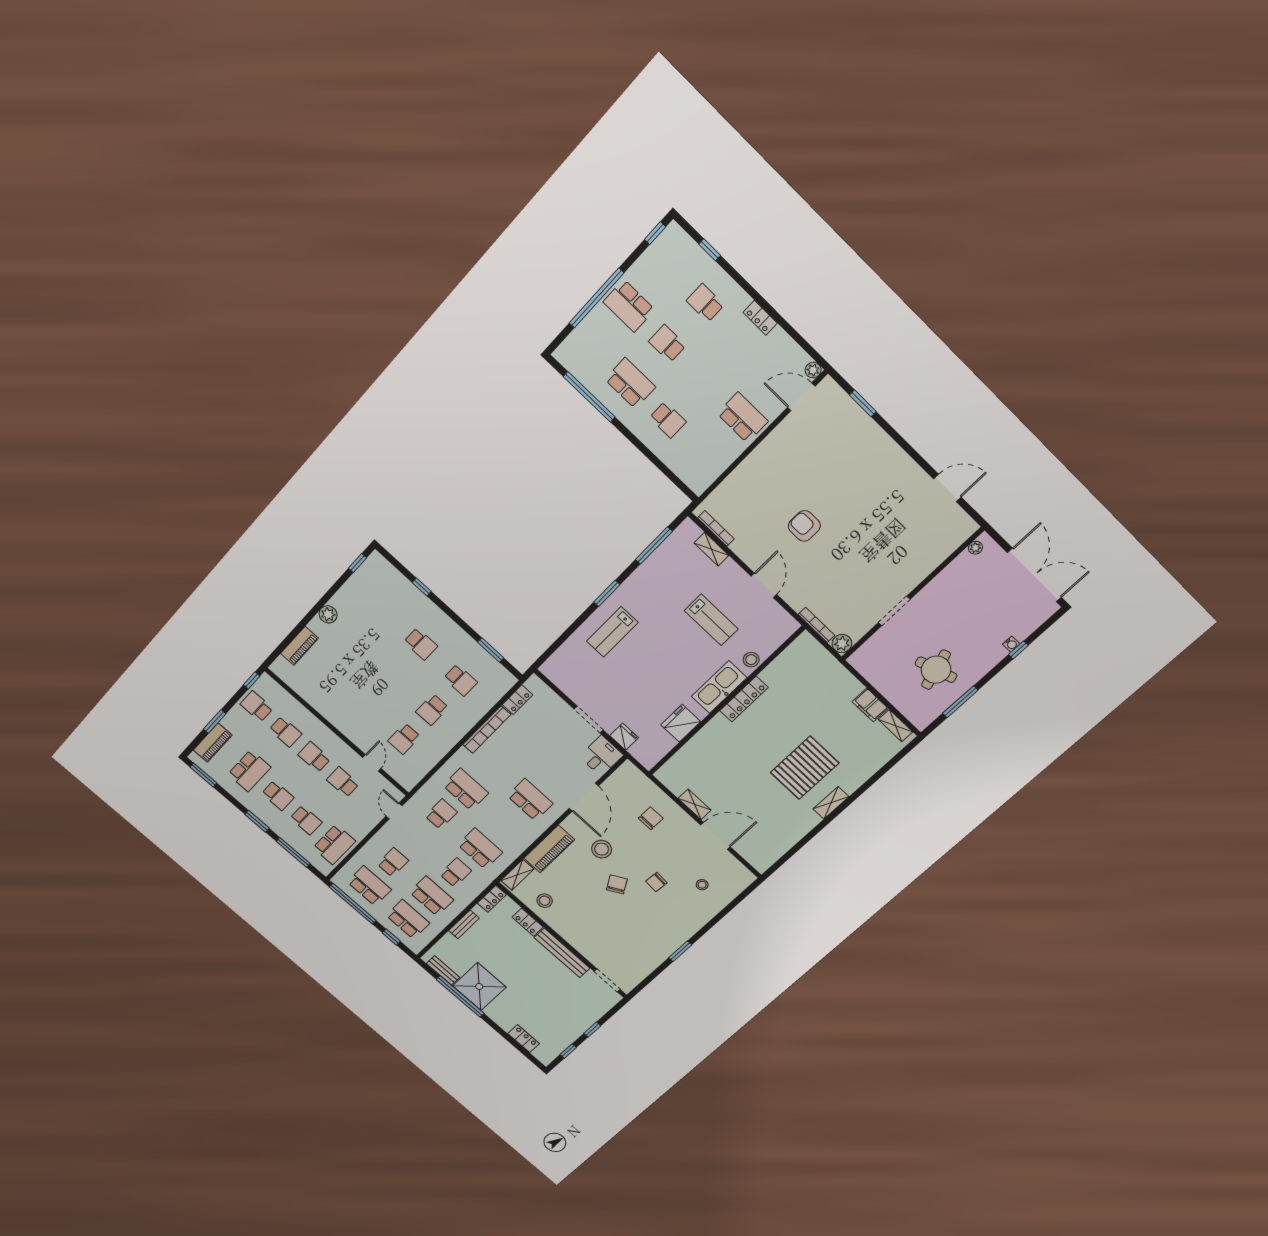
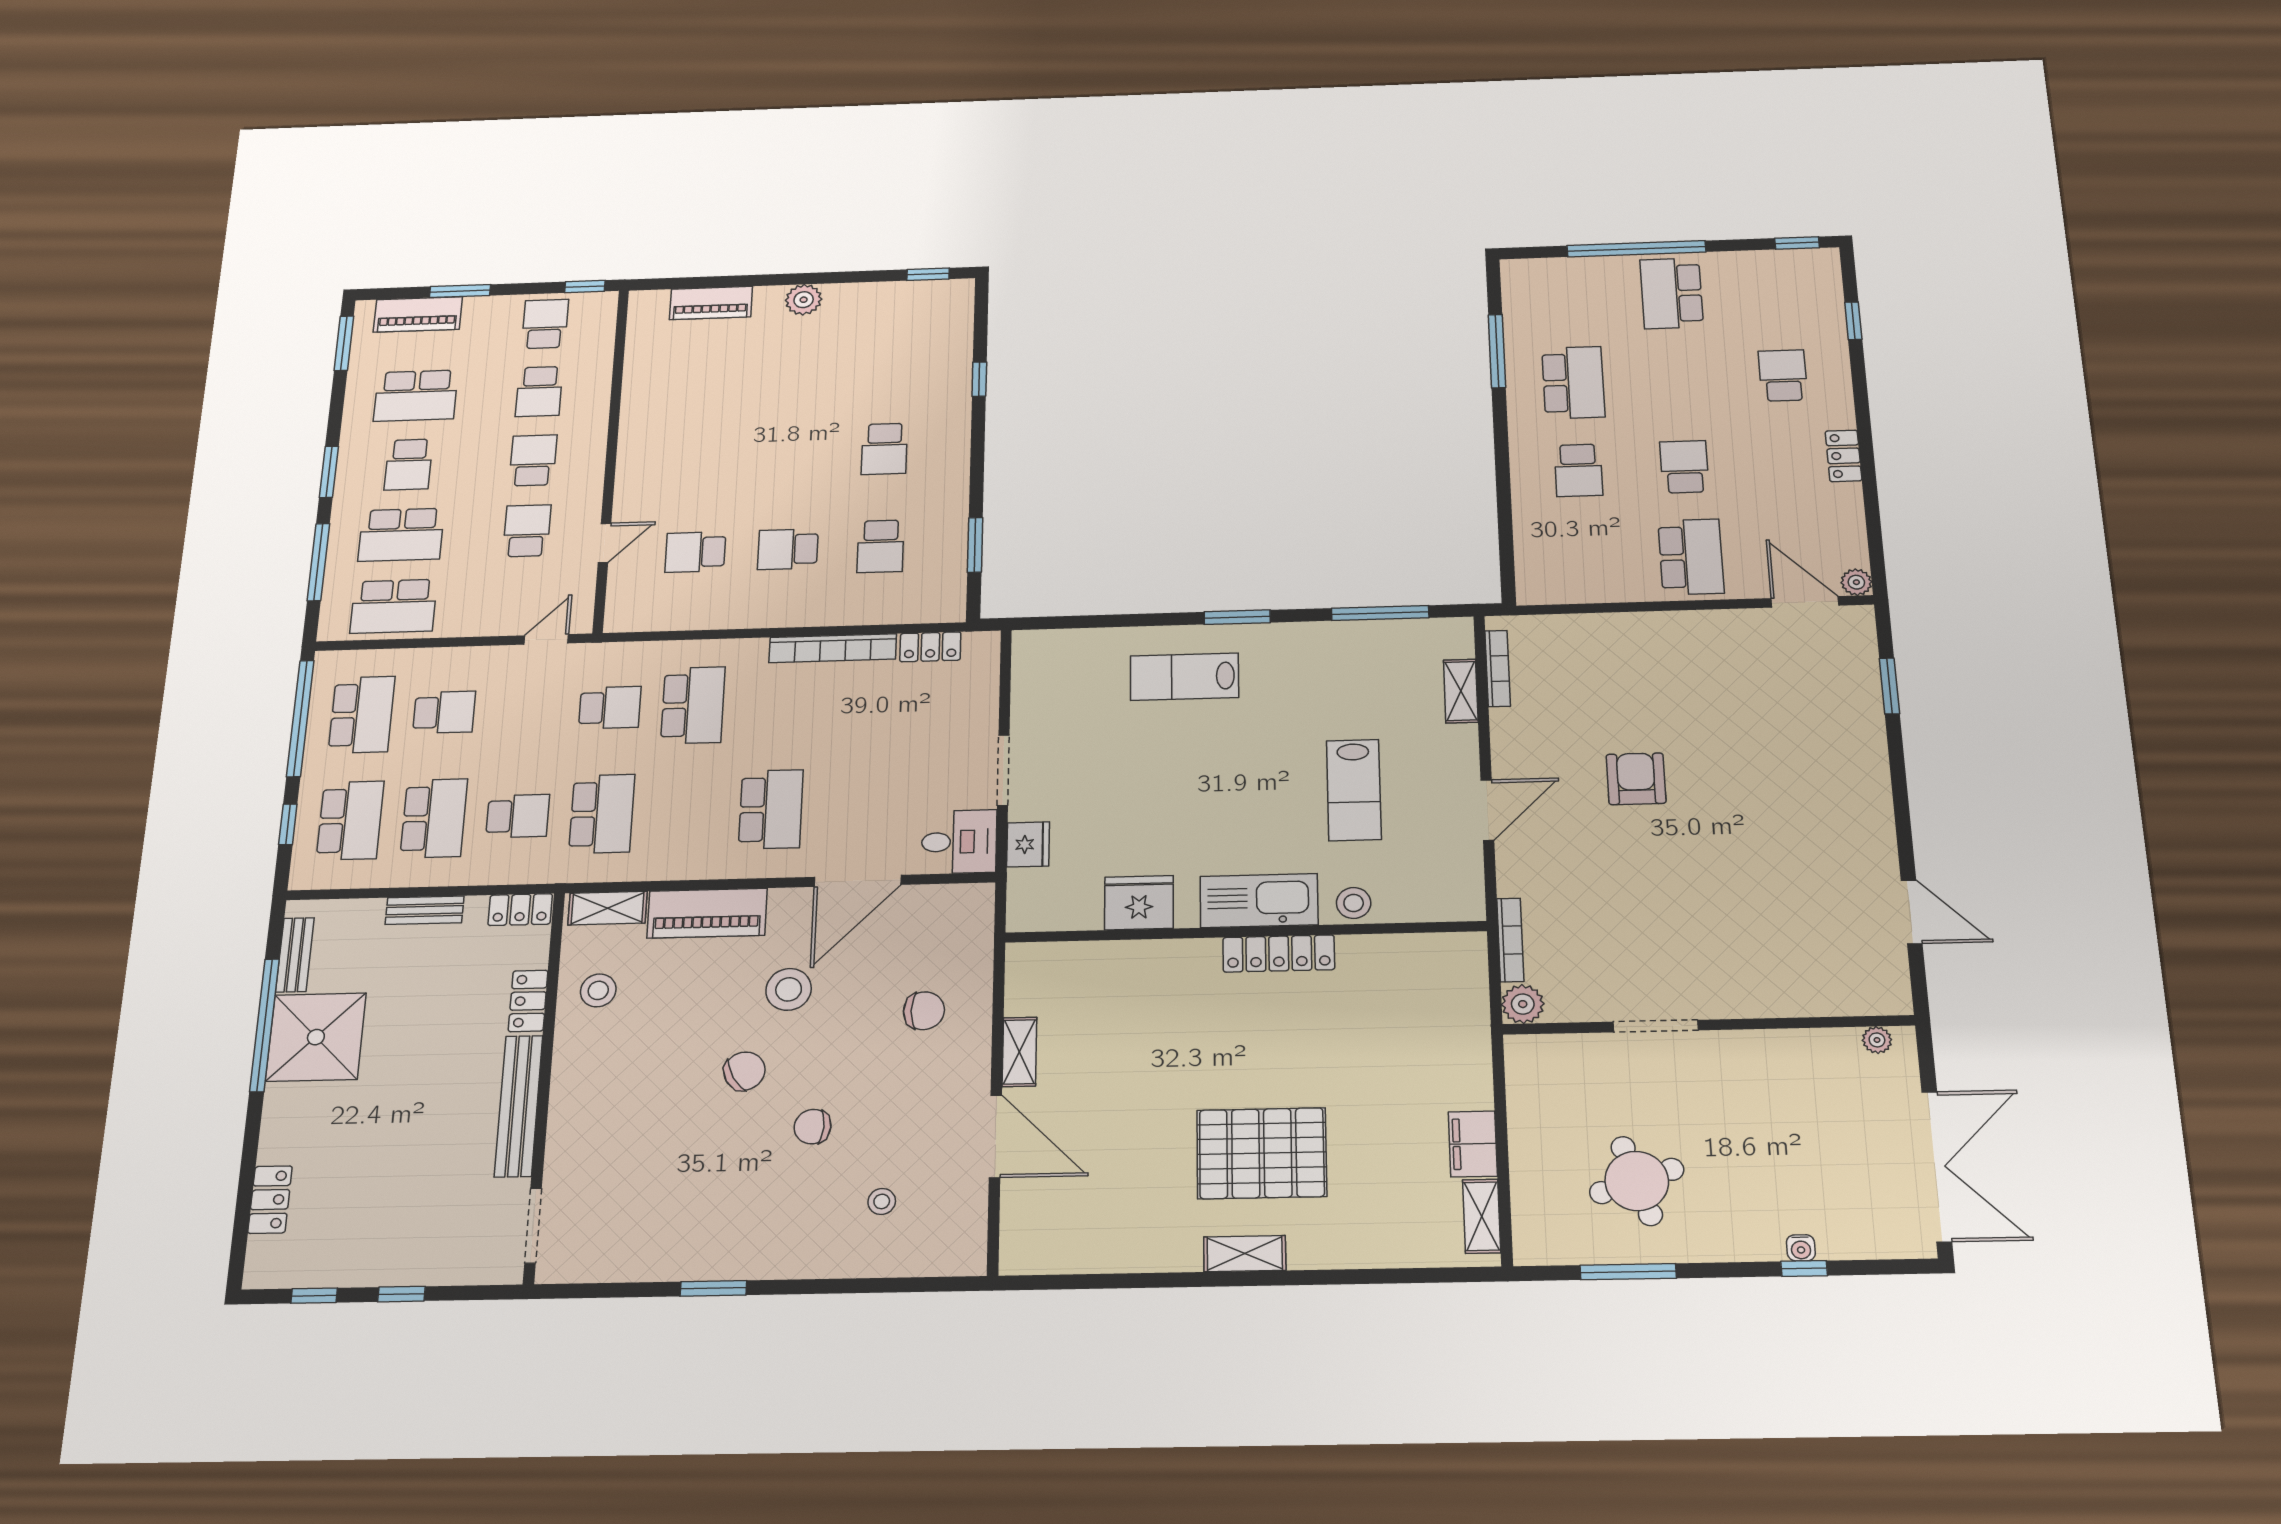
school desk: (667, 343) -> (1684, 467), moved
window: (589, 397) -> (1497, 351), width x0.68
school desk: (306, 820) -> (401, 535), width x1.85

